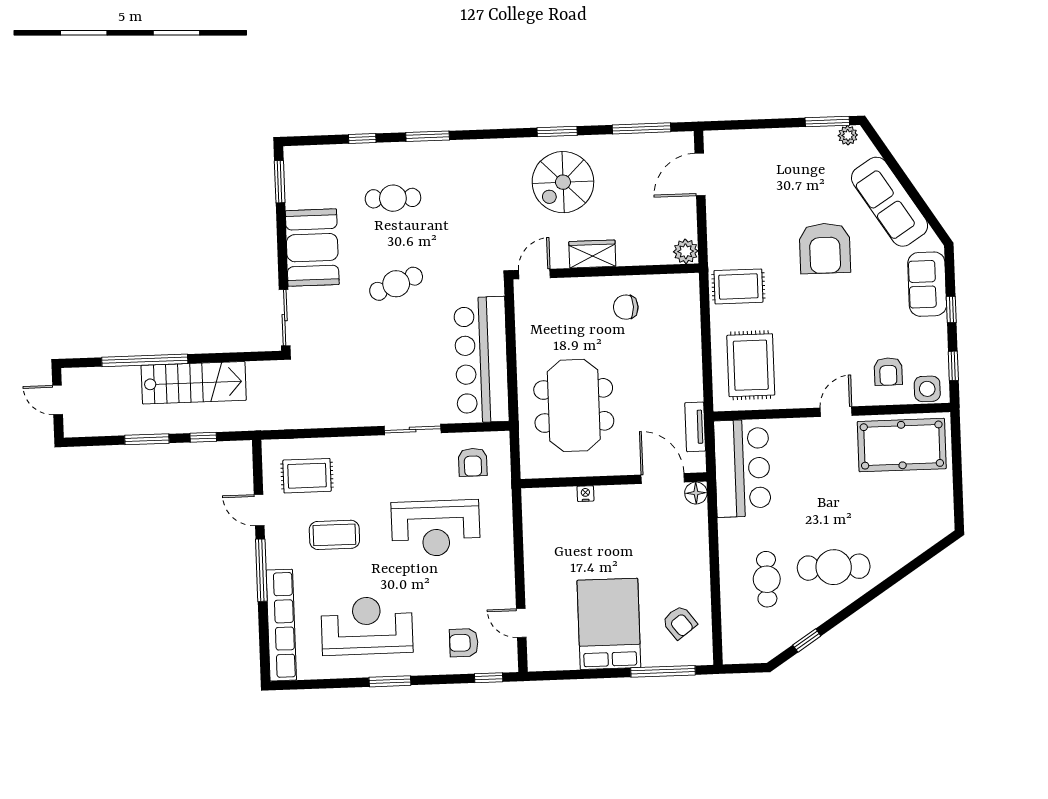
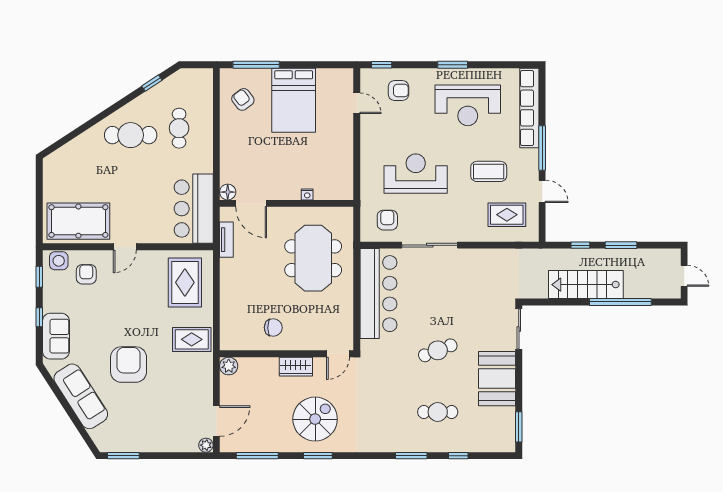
plant: (848, 135) -> (206, 445), moved
sliding door: (413, 430) -> (430, 245), width x1.37

